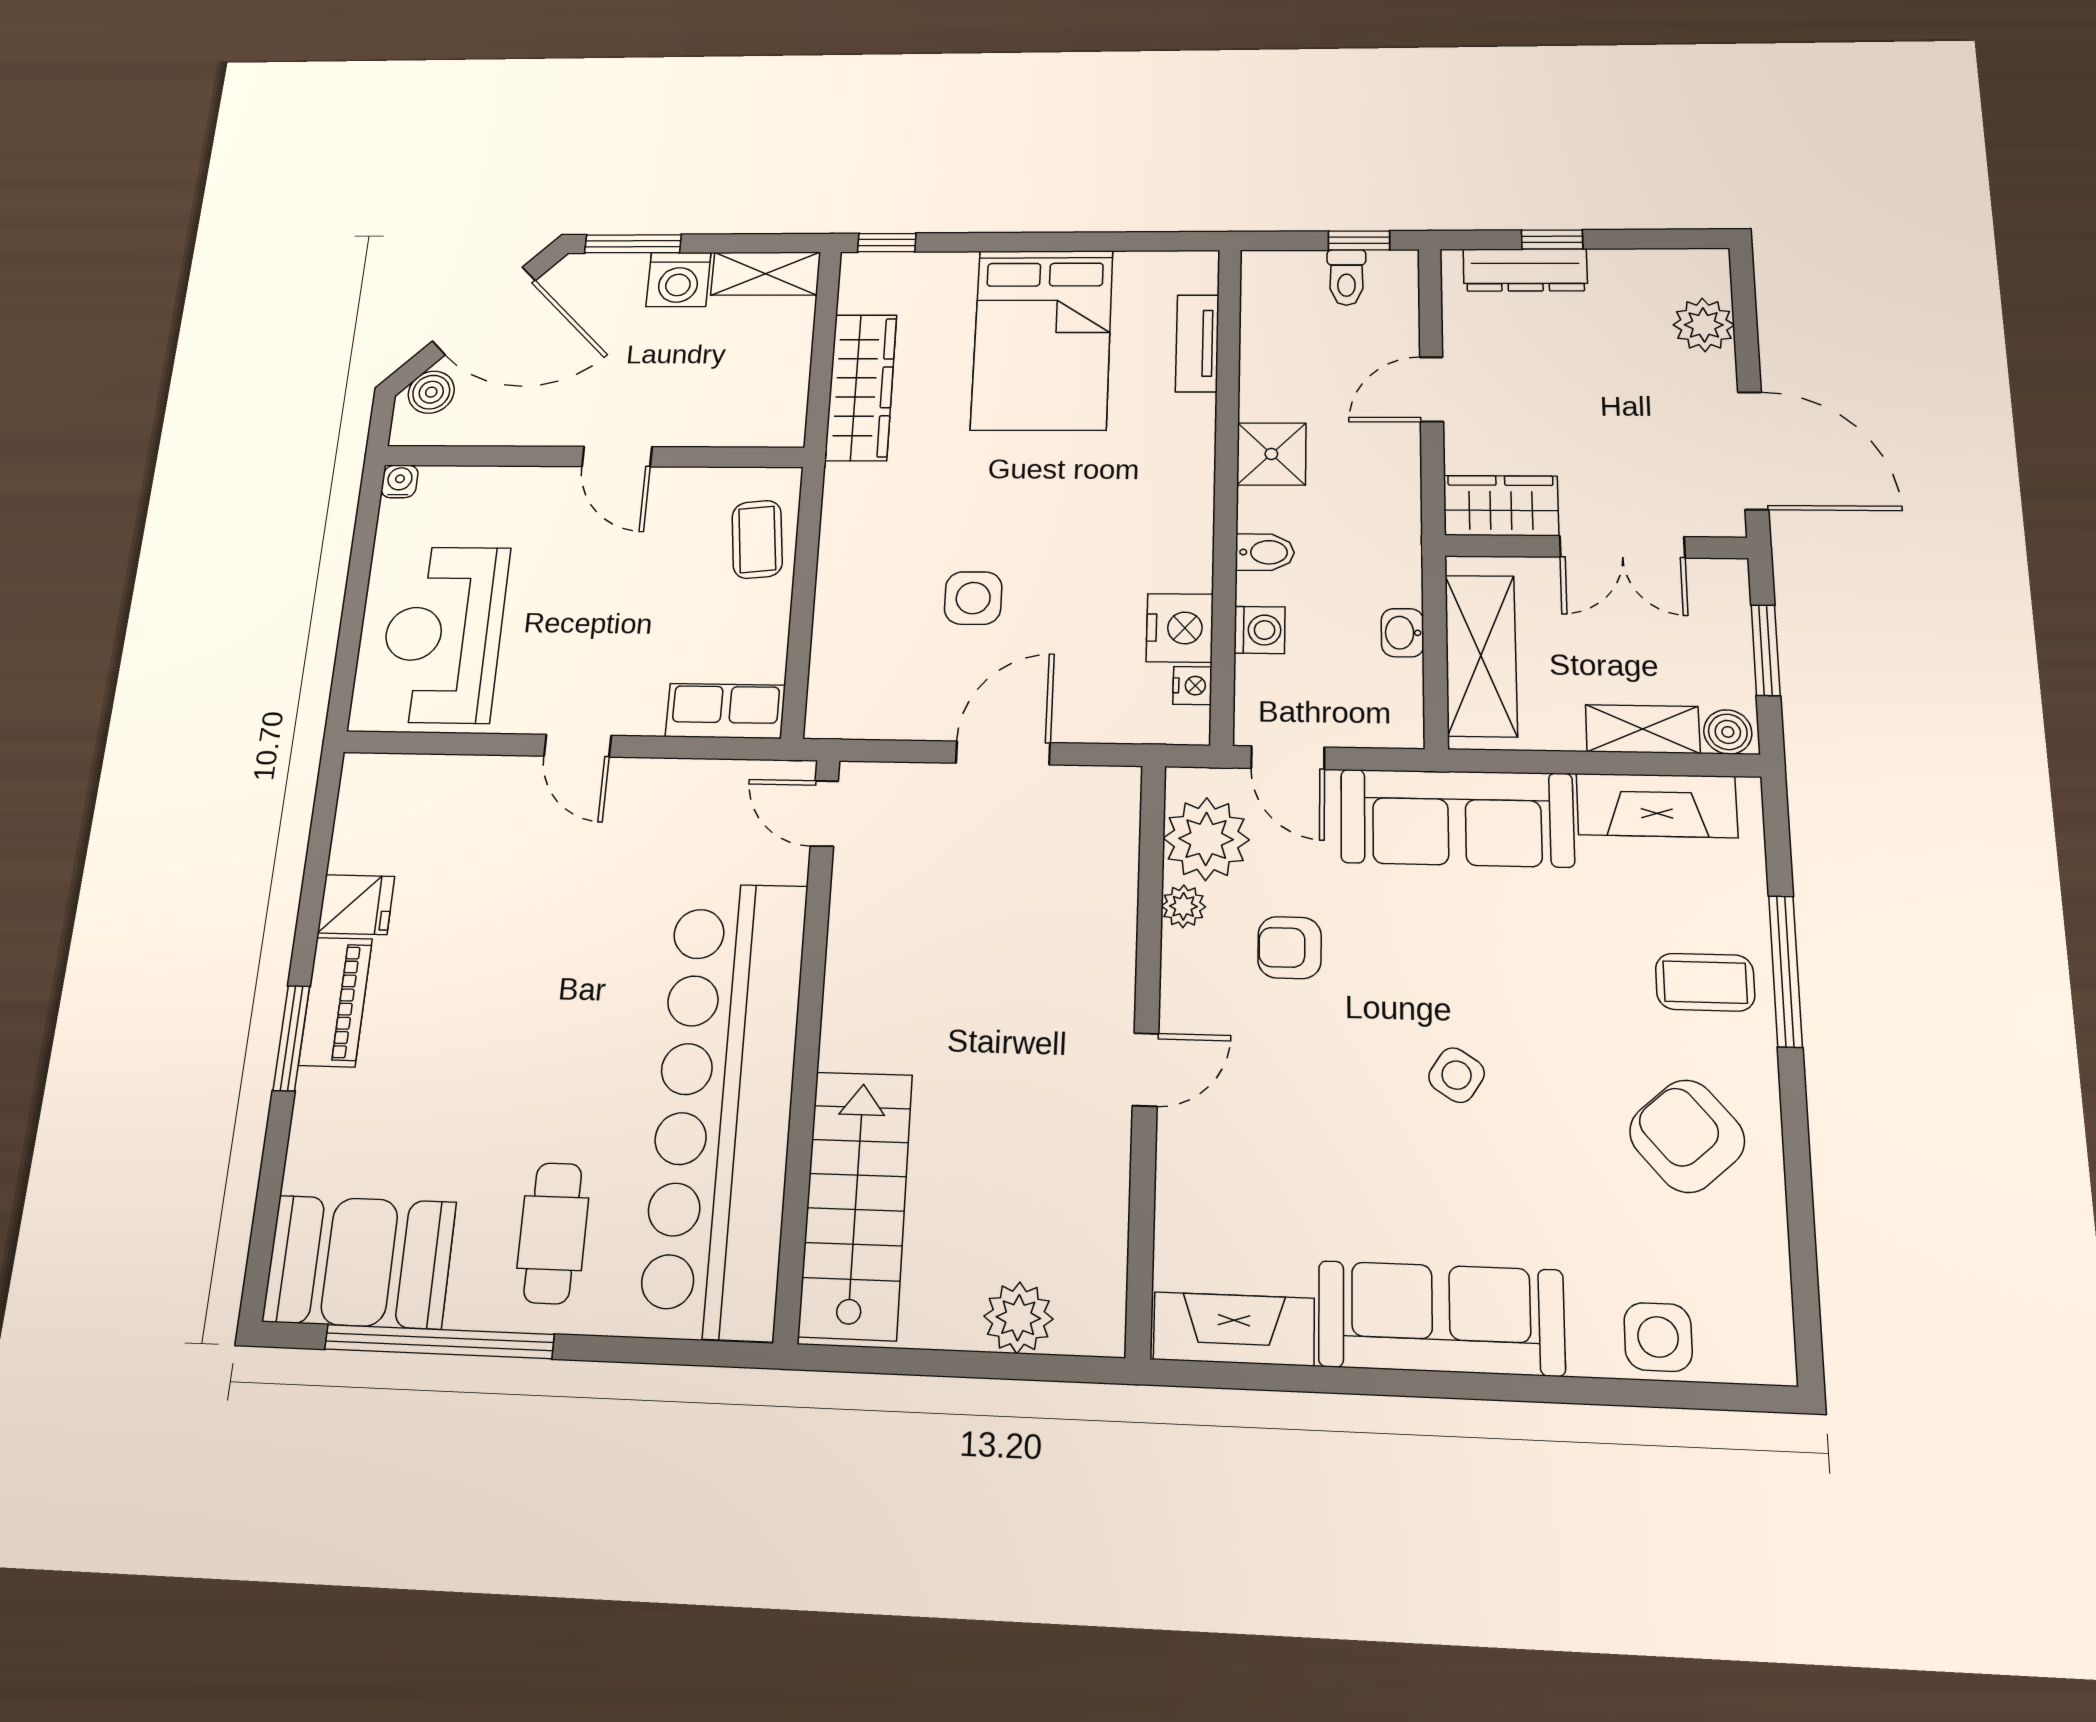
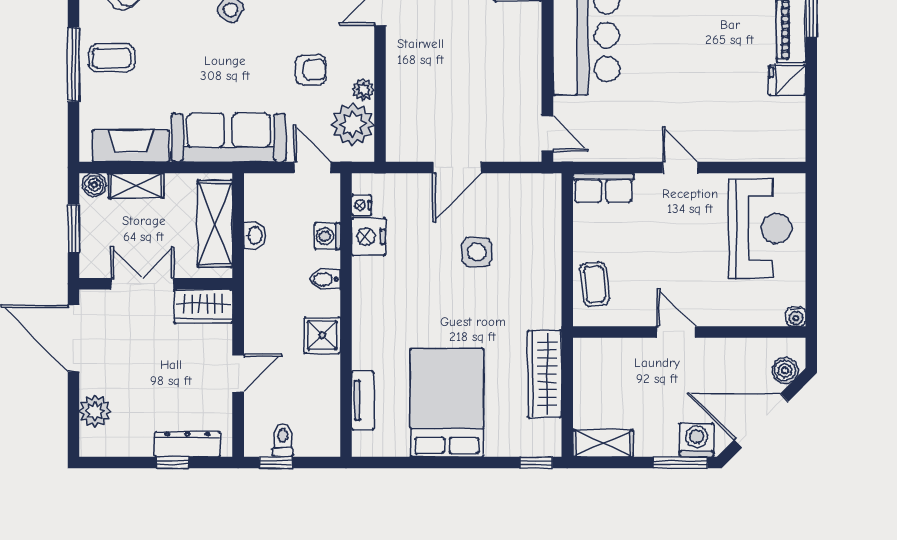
washing machine: (678, 280) -> (697, 440), moved

